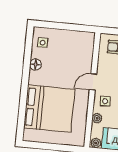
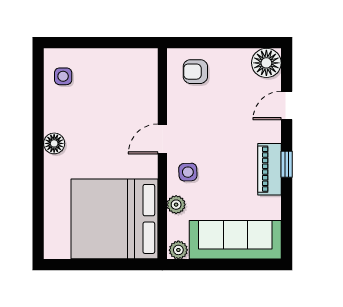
floor lamp: (35, 65) -> (54, 143), moved
bed: (49, 109) -> (115, 219), moved, turned 180

